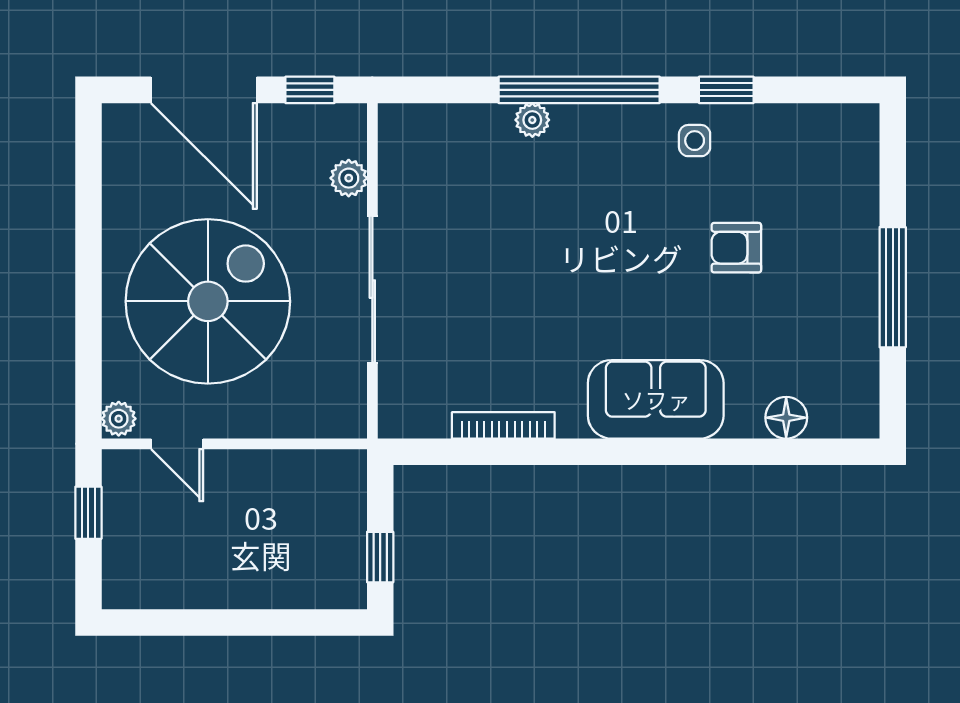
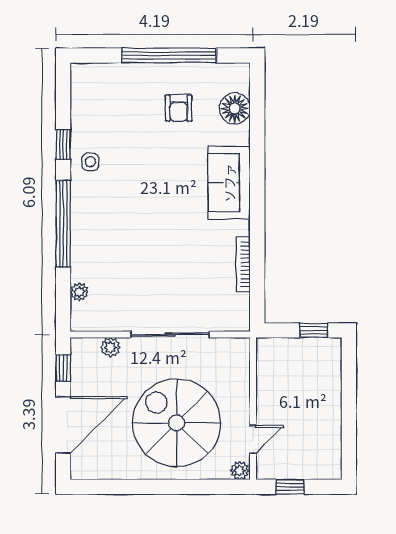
plant: (532, 120) -> (79, 292), moved
armchair: (736, 248) -> (179, 108), moved
window: (893, 287) -> (169, 56), width x1.46
floor lamp: (786, 418) -> (235, 108), width x1.38, depth x1.38

